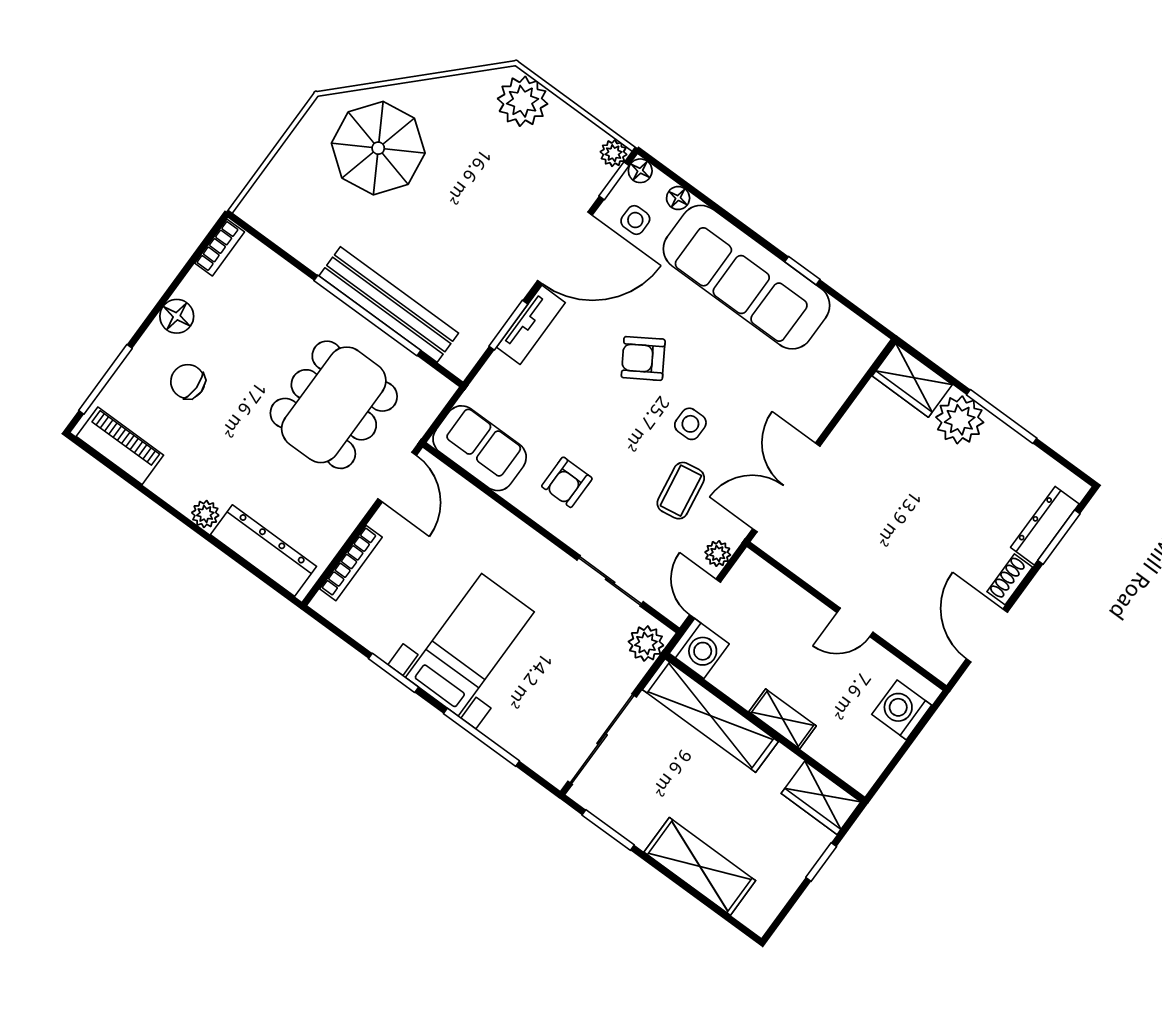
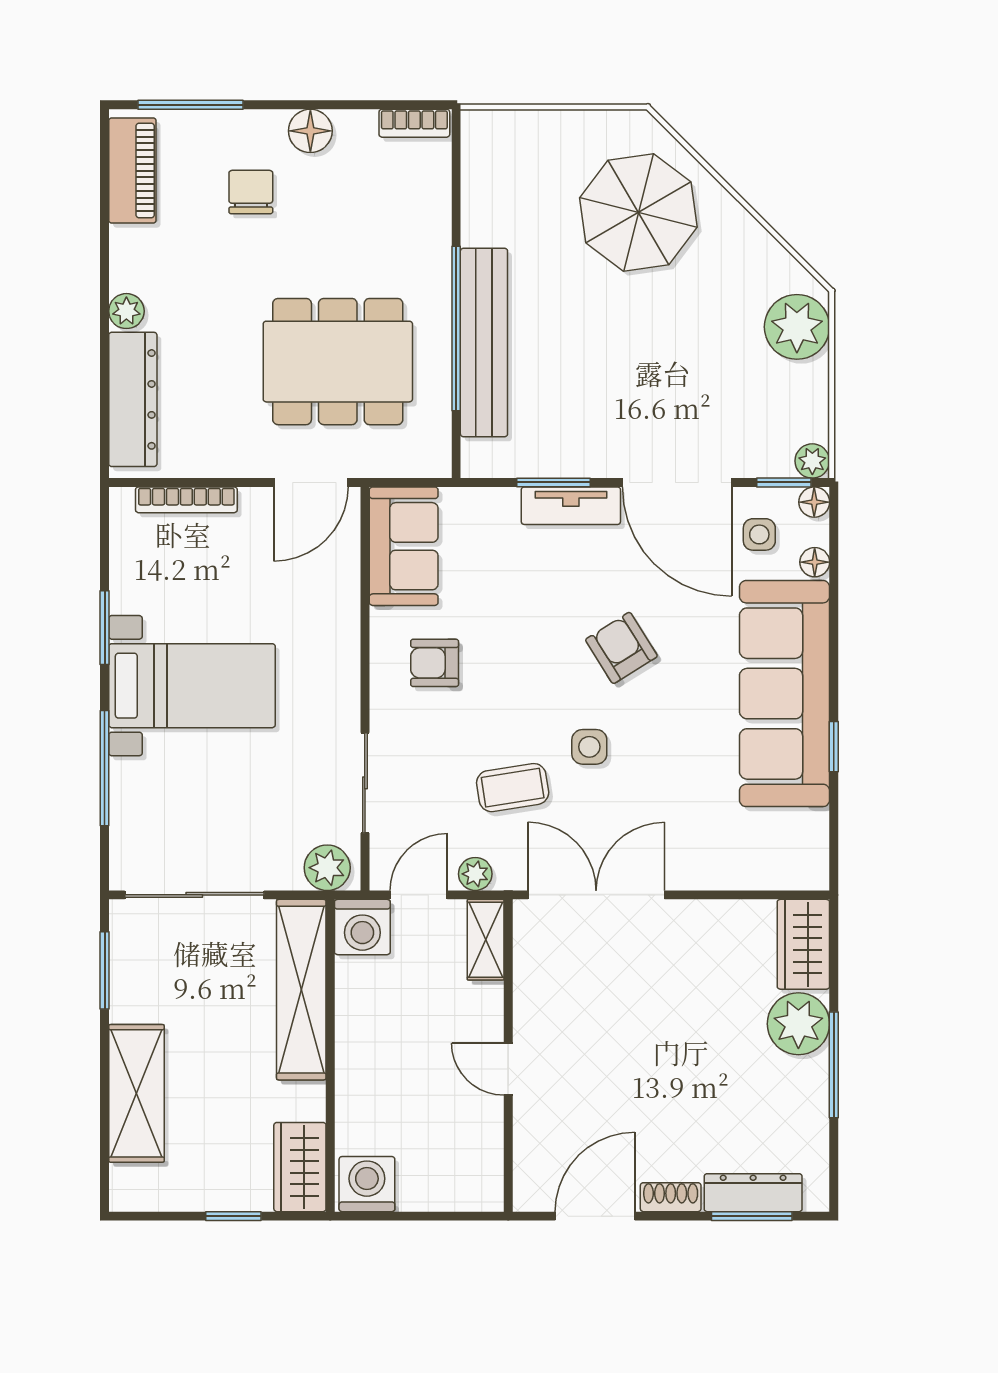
washing machine: (902, 710) -> (367, 1184), moved
shelving: (783, 719) -> (486, 940), moved

